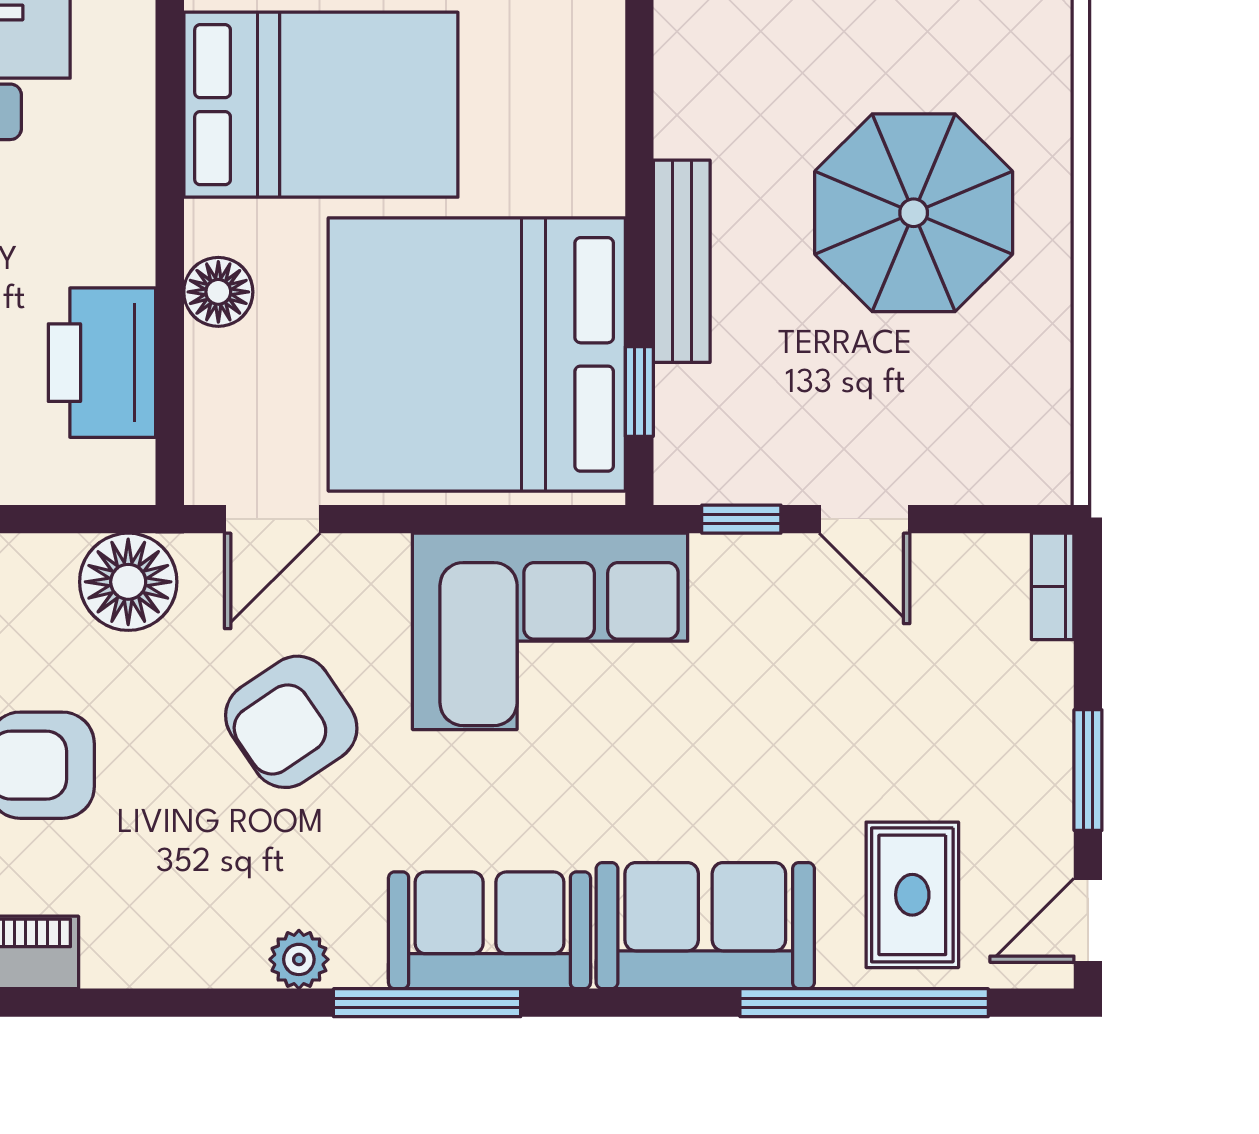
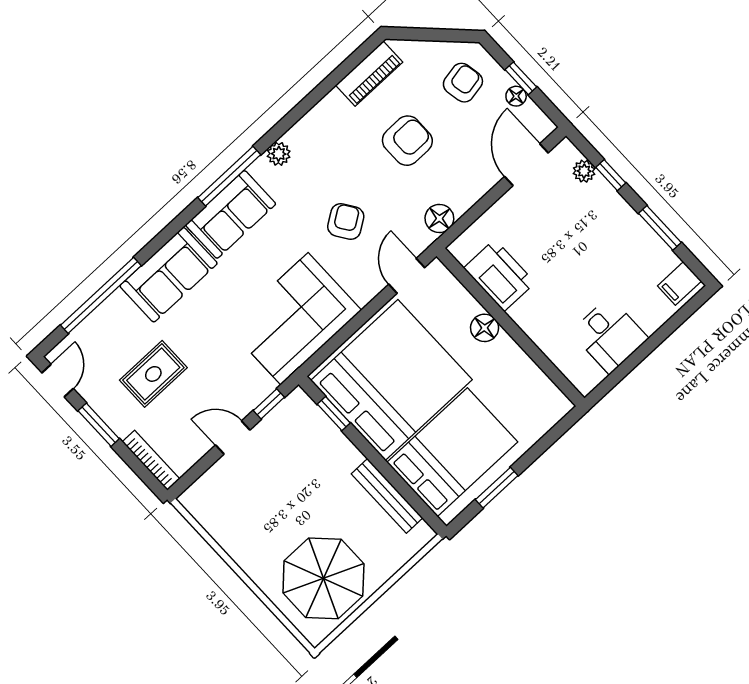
bed: (321, 105) -> (452, 452), moved, turned 180
parasol: (914, 213) -> (323, 578), moved
bench: (682, 261) -> (387, 496), moved
floor lamp: (128, 582) -> (439, 218), width x0.73, depth x0.73
bookcase: (1053, 586) -> (151, 460), width x1.56
armchair: (291, 722) -> (346, 222), width x0.72, depth x0.72
rug: (912, 895) -> (153, 374), moved, turned 90

